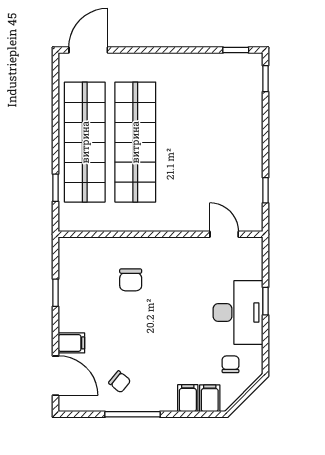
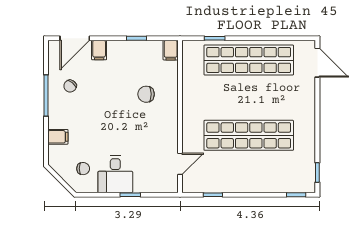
shop shelf: (135, 142) -> (249, 135), moved
desk: (238, 313) -> (115, 174), width x0.73
filing cabinet: (210, 398) -> (171, 50), moved, turned 90

